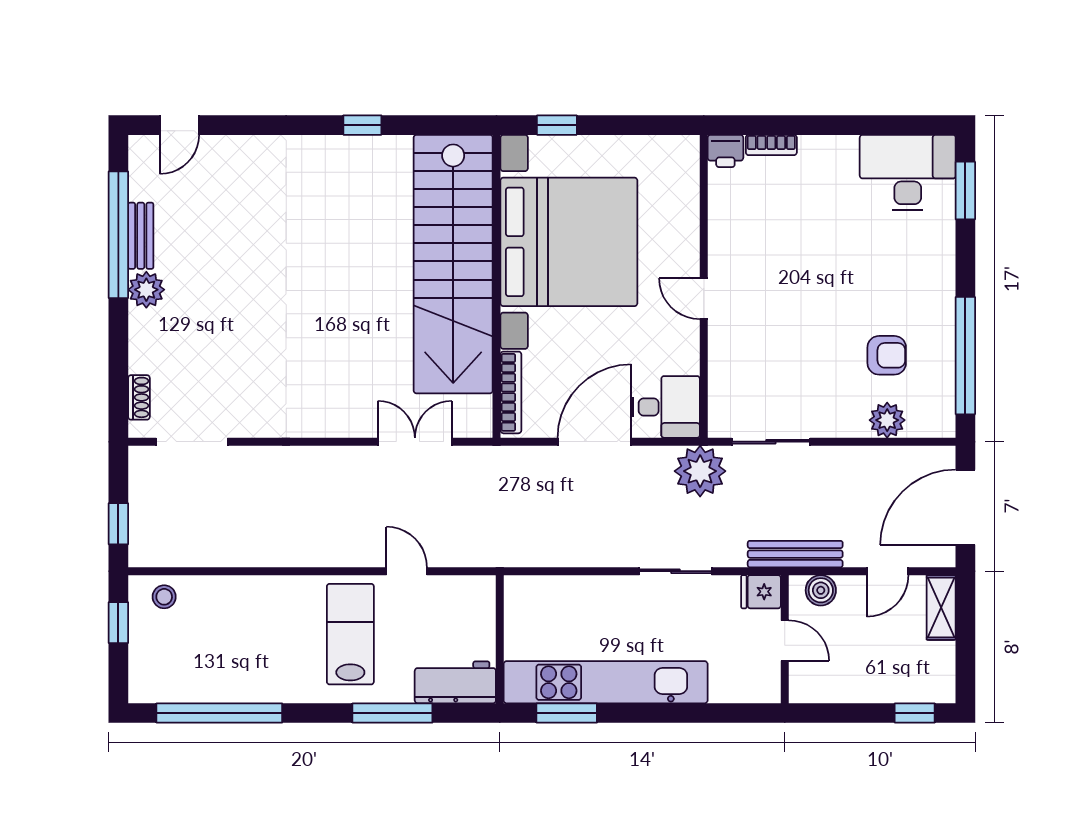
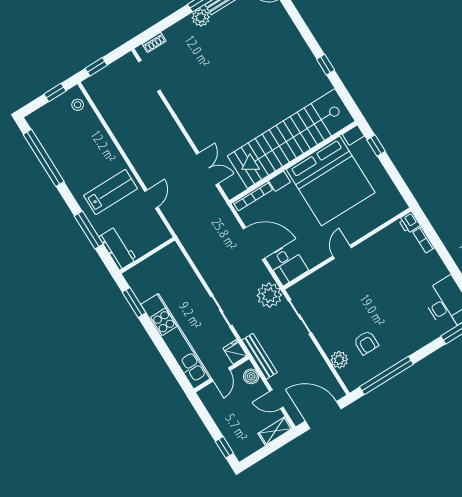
kitchen unit: (606, 682) -> (176, 341), moved

